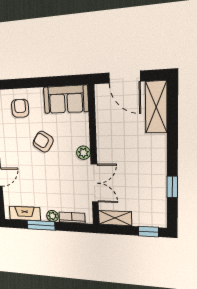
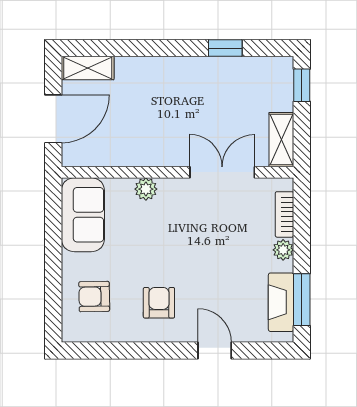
shelving: (156, 107) -> (88, 68), width x0.67, depth x0.75
armchair: (43, 142) -> (159, 303), moved, turned 147
plant: (83, 153) -> (146, 189), moved
window: (41, 225) -> (302, 300), moved

